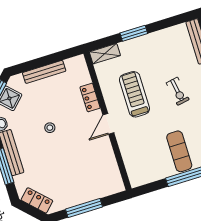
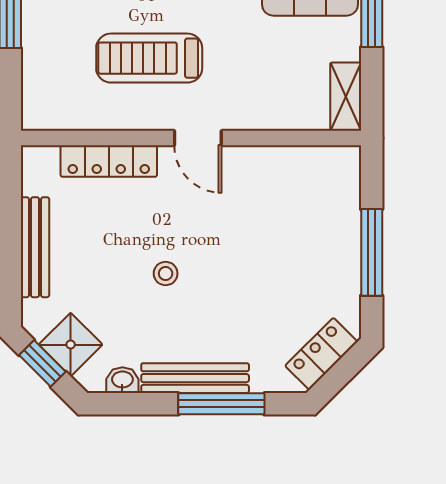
shelving: (105, 54) -> (346, 97), moved
locker: (90, 97) -> (109, 161), width x1.53

